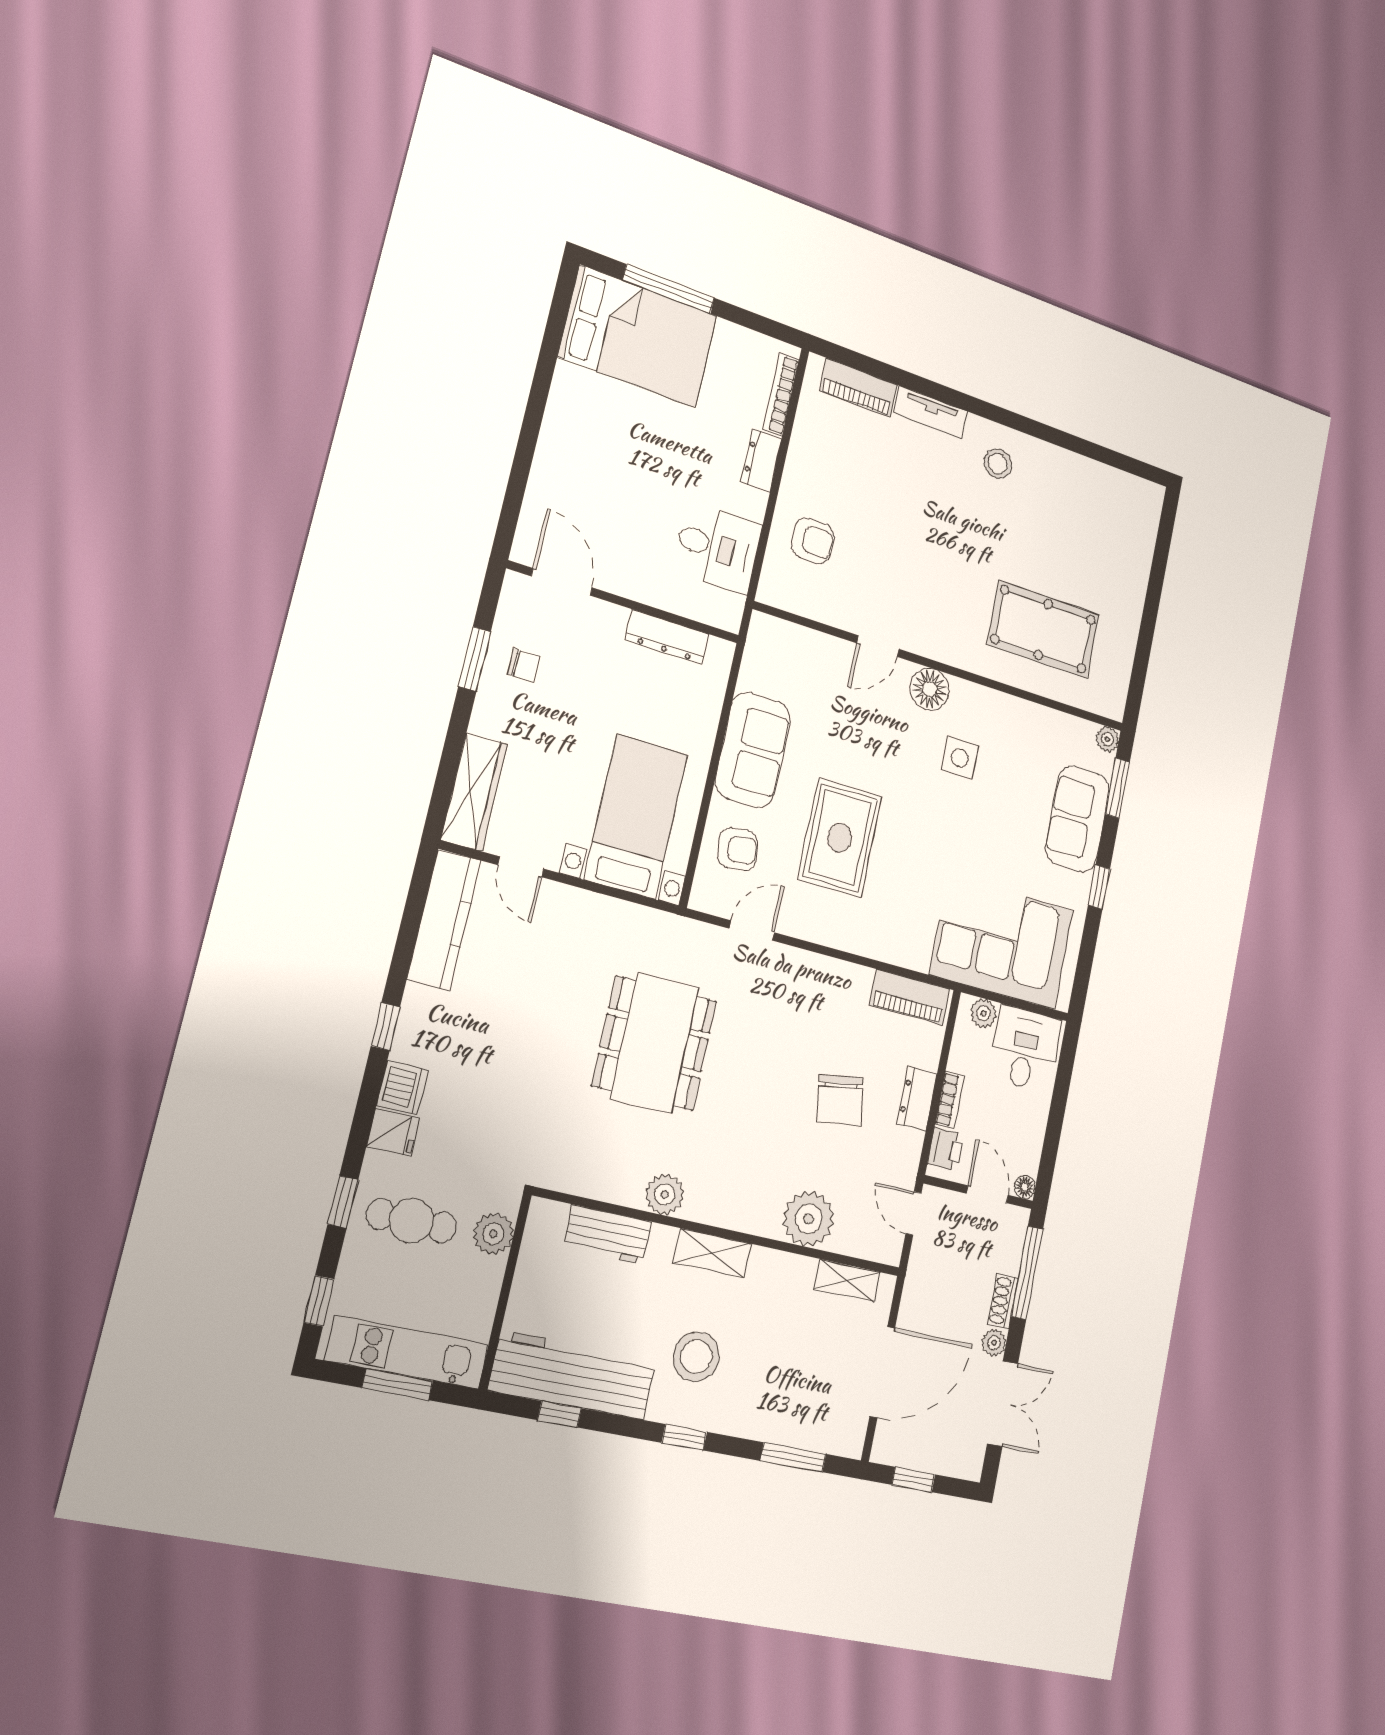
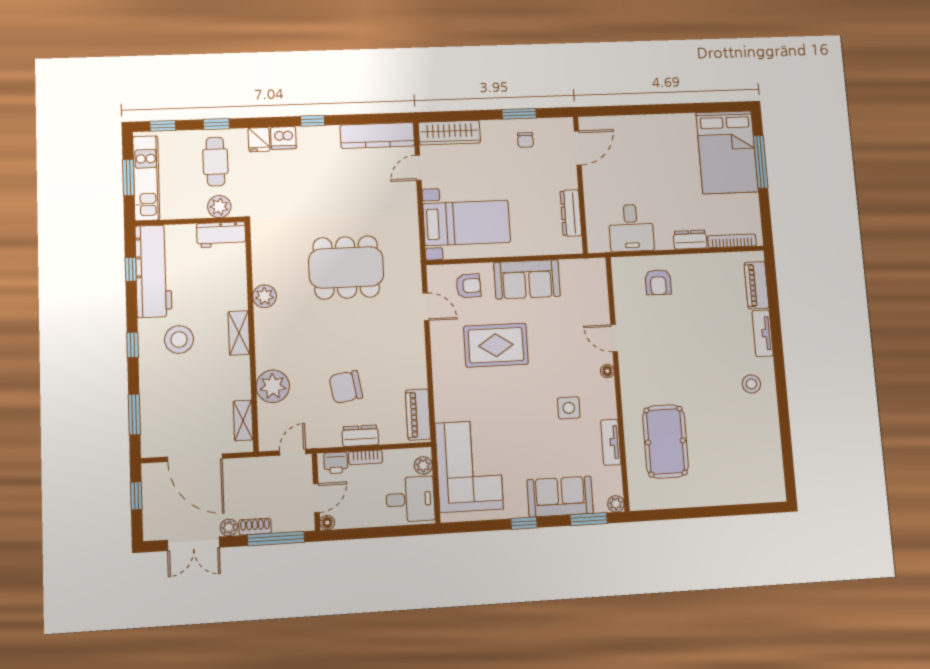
floor lamp: (930, 689) -> (607, 371), width x0.53, depth x0.53
tv unit: (1024, 713) -> (611, 442), added
armchair: (738, 849) -> (468, 286), turned -86
workbench: (608, 1235) -> (221, 235), moved, turned -90

